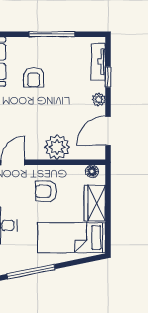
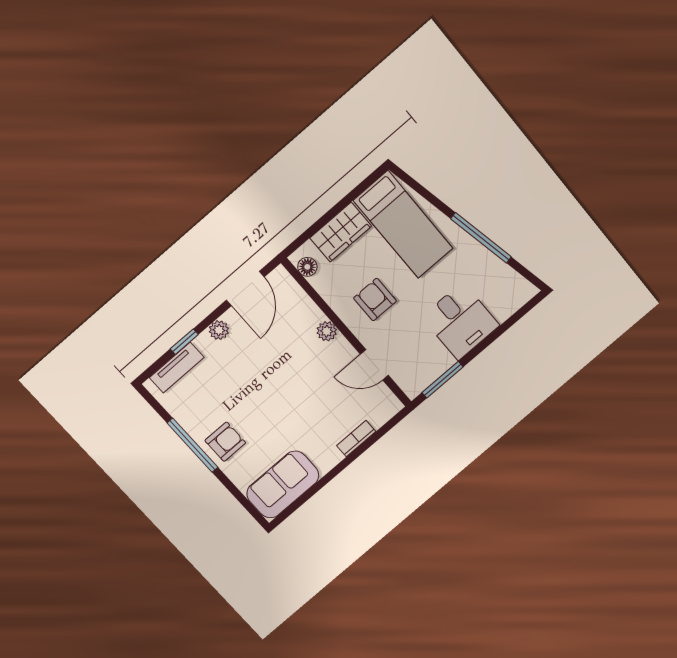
armchair: (34, 77) -> (225, 442), moved
door: (108, 131) -> (245, 289), hinge flipped
plant: (57, 147) -> (327, 331), width x0.53, depth x0.53
armchair: (46, 191) -> (375, 300), turned 180

